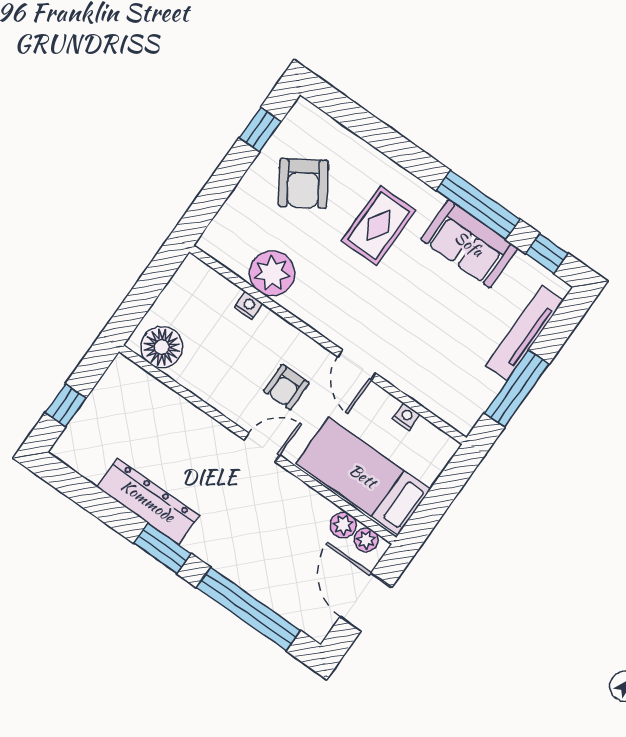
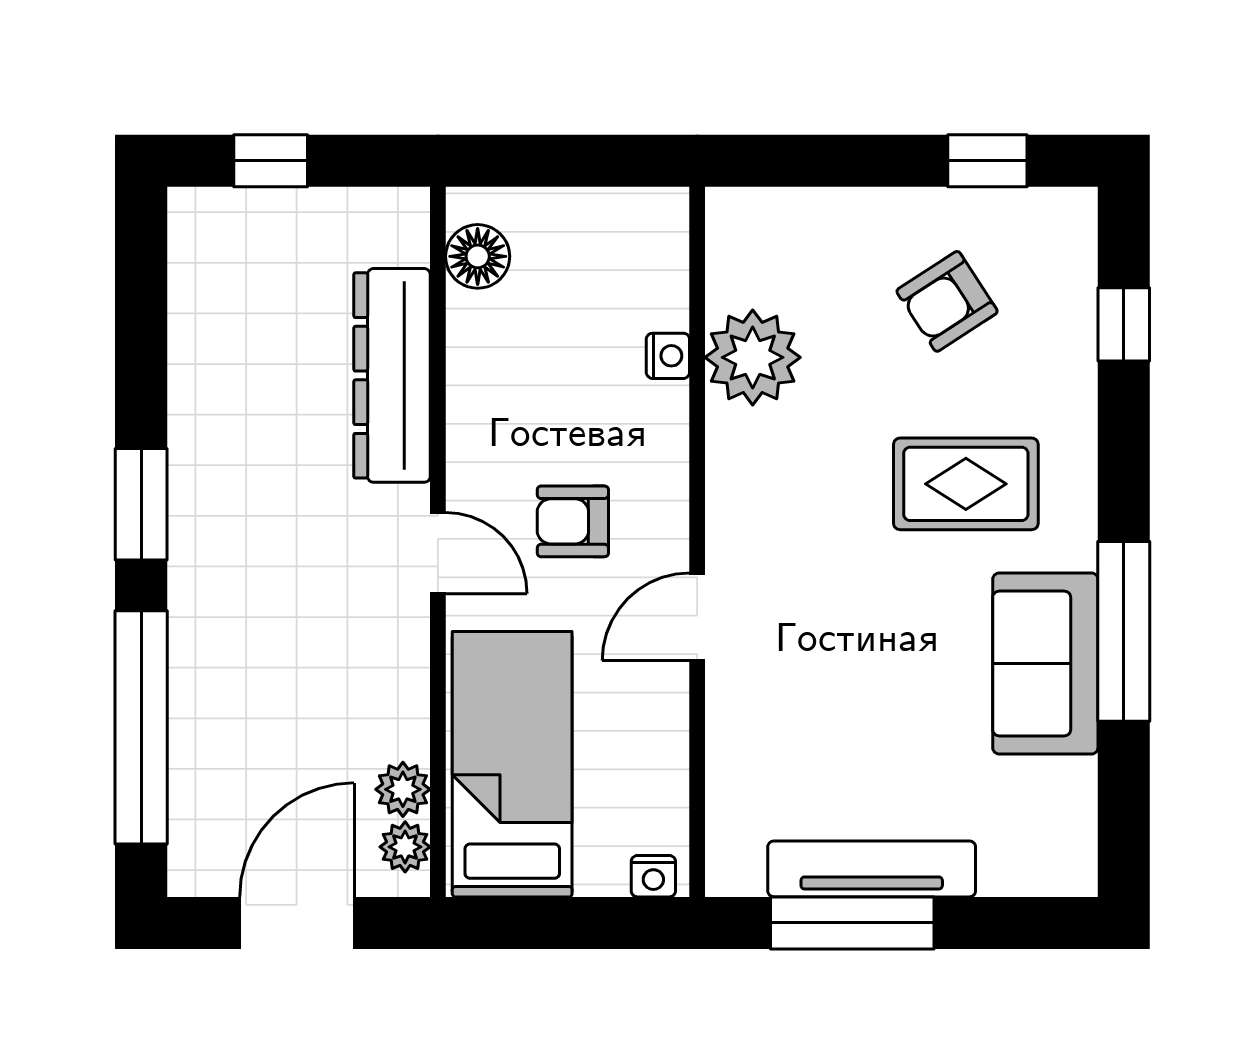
armchair: (303, 183) -> (947, 301), width x0.72, depth x0.72
window: (547, 253) -> (1124, 324), moved
tv unit: (525, 333) -> (872, 869), moved
floor lamp: (162, 347) -> (478, 256), width x0.73, depth x0.73
nightstand: (406, 416) -> (653, 876), moved, turned 90
dresser: (148, 501) -> (392, 375), moved, turned 180

